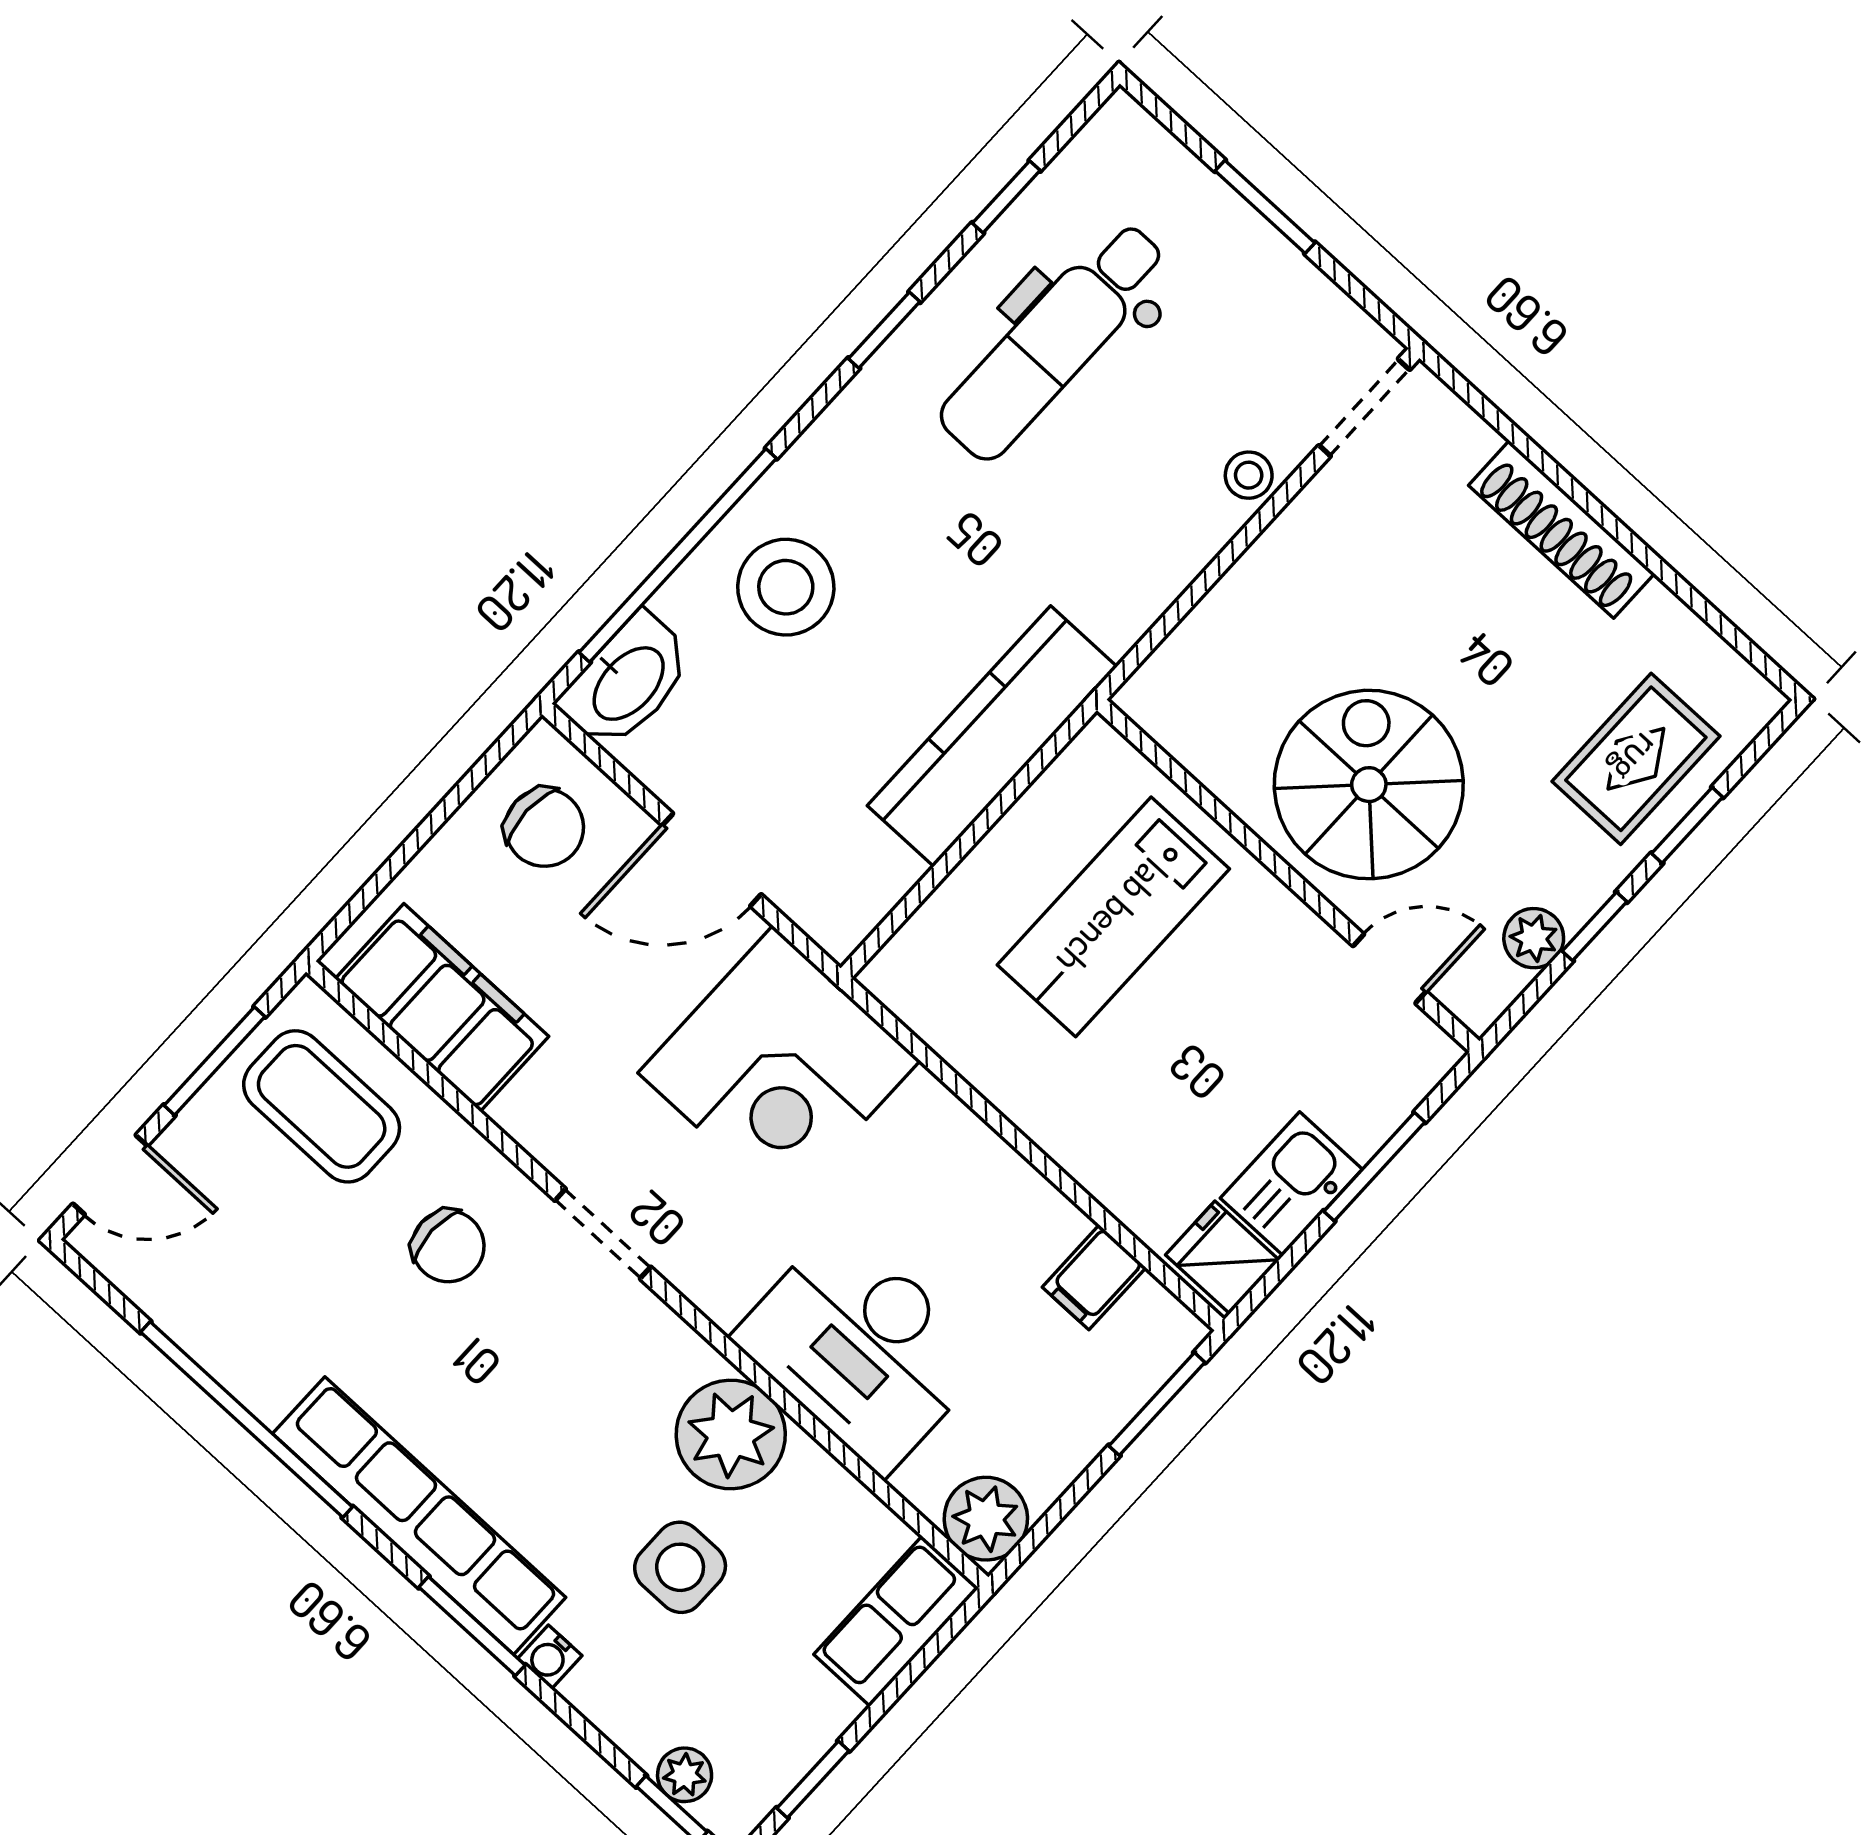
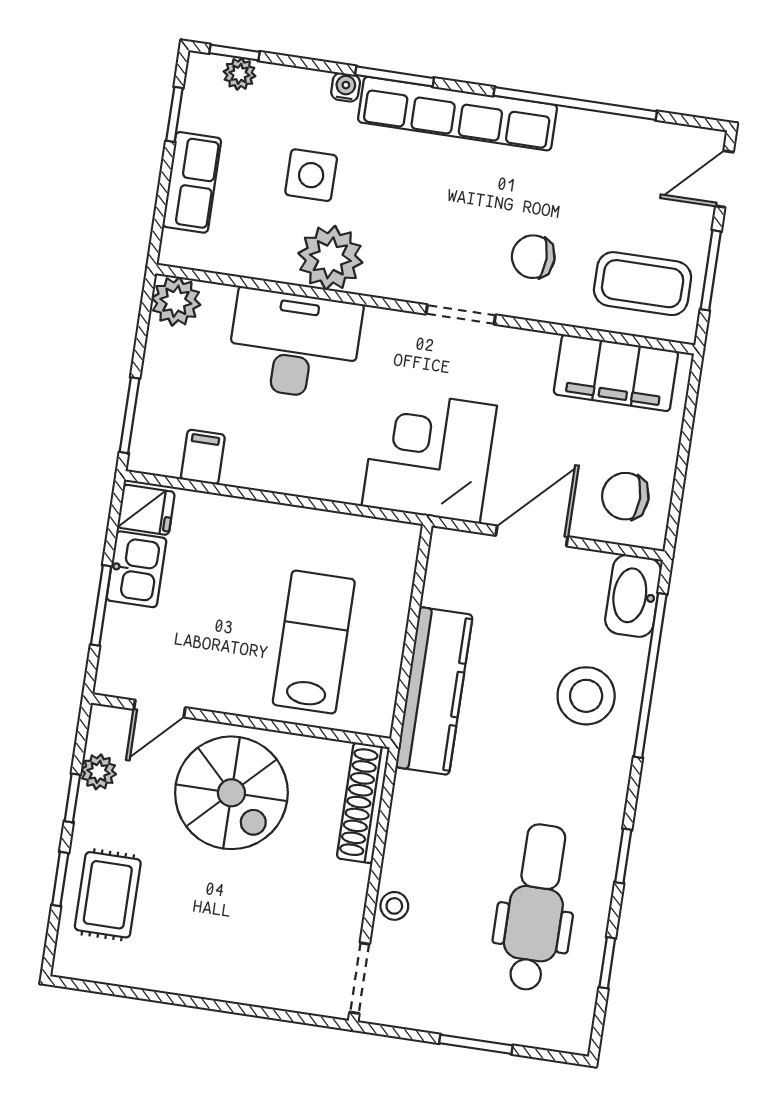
shoe rack: (1562, 529) -> (363, 803), moved, turned -90
row of seats: (896, 1621) -> (192, 182), moved

